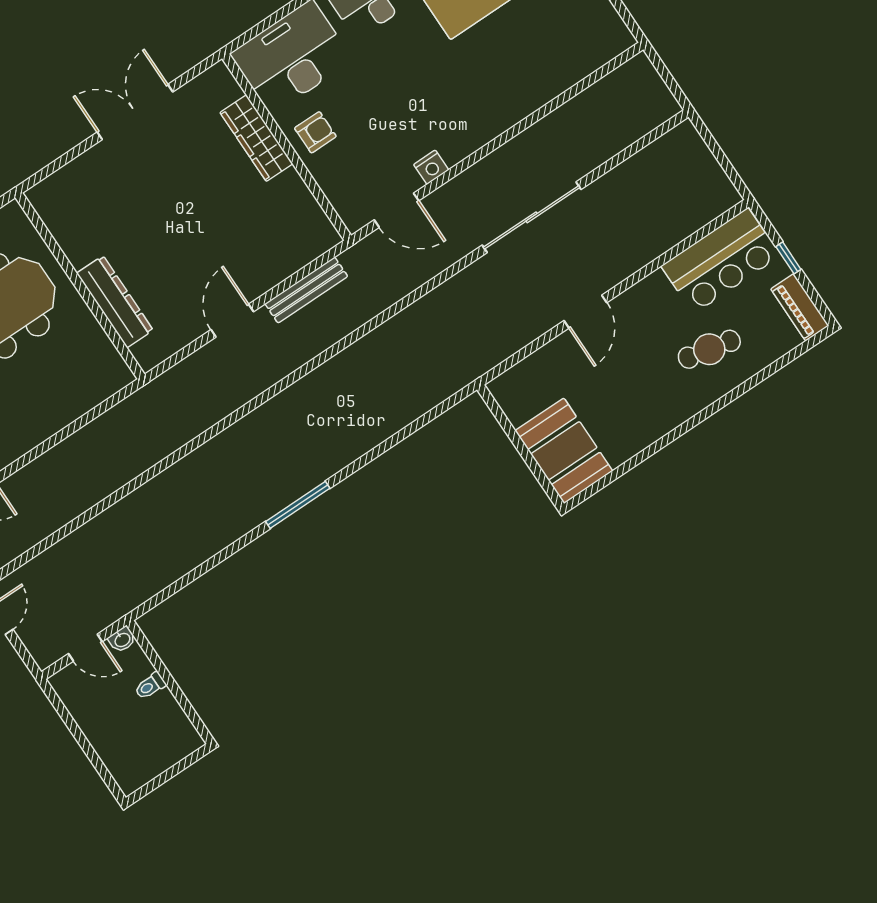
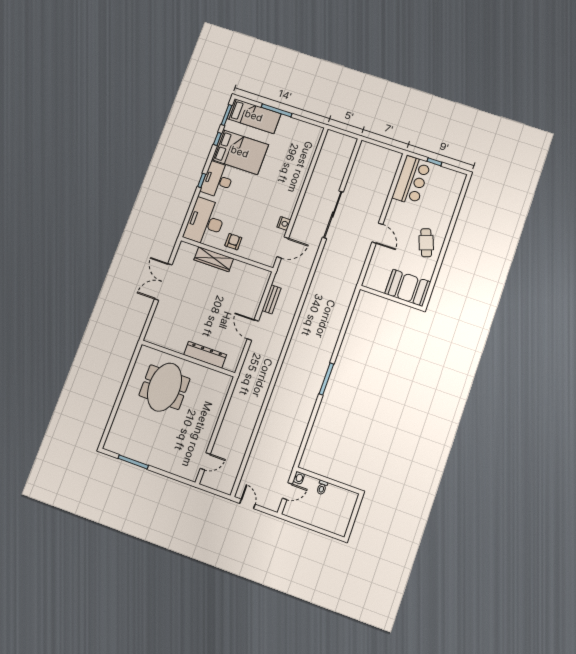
bench: (306, 290) -> (272, 299), width x0.73
piano: (800, 307) -> (452, 176), removed
cafe table: (709, 349) -> (426, 243), moved, turned -32

